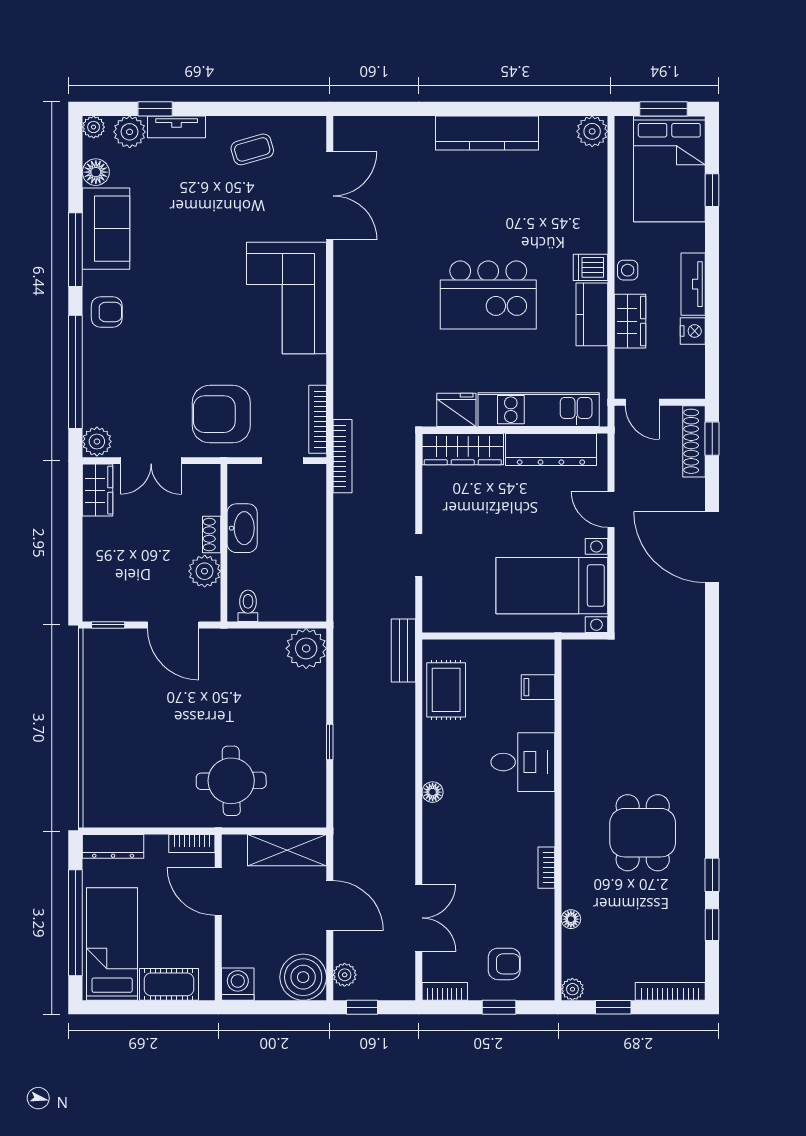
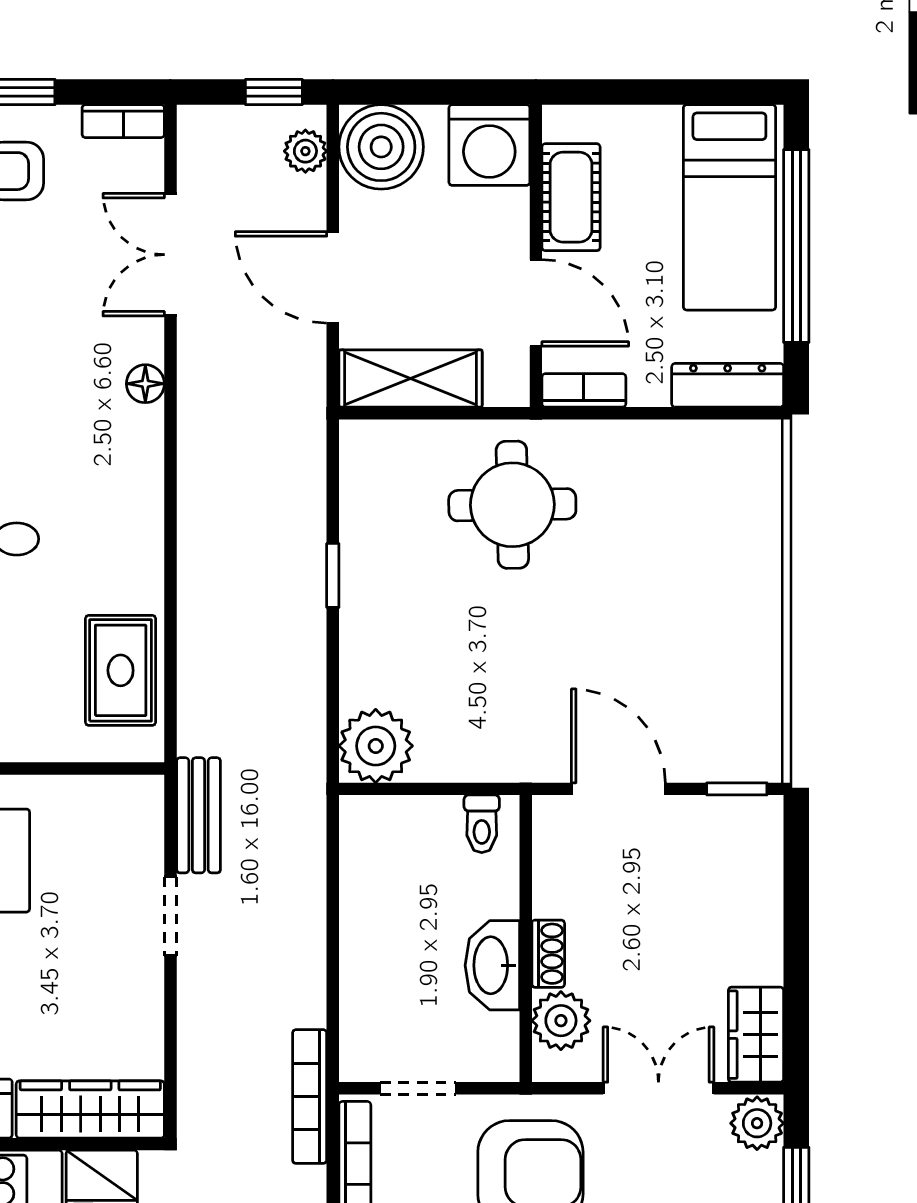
plant: (205, 571) -> (561, 1021), moved
bench: (403, 650) -> (198, 815), moved
floor lamp: (433, 792) -> (145, 384), moved
cot: (169, 984) -> (571, 197), moved, turned 90
washing machine: (238, 984) -> (489, 145), width x1.37, depth x1.37

